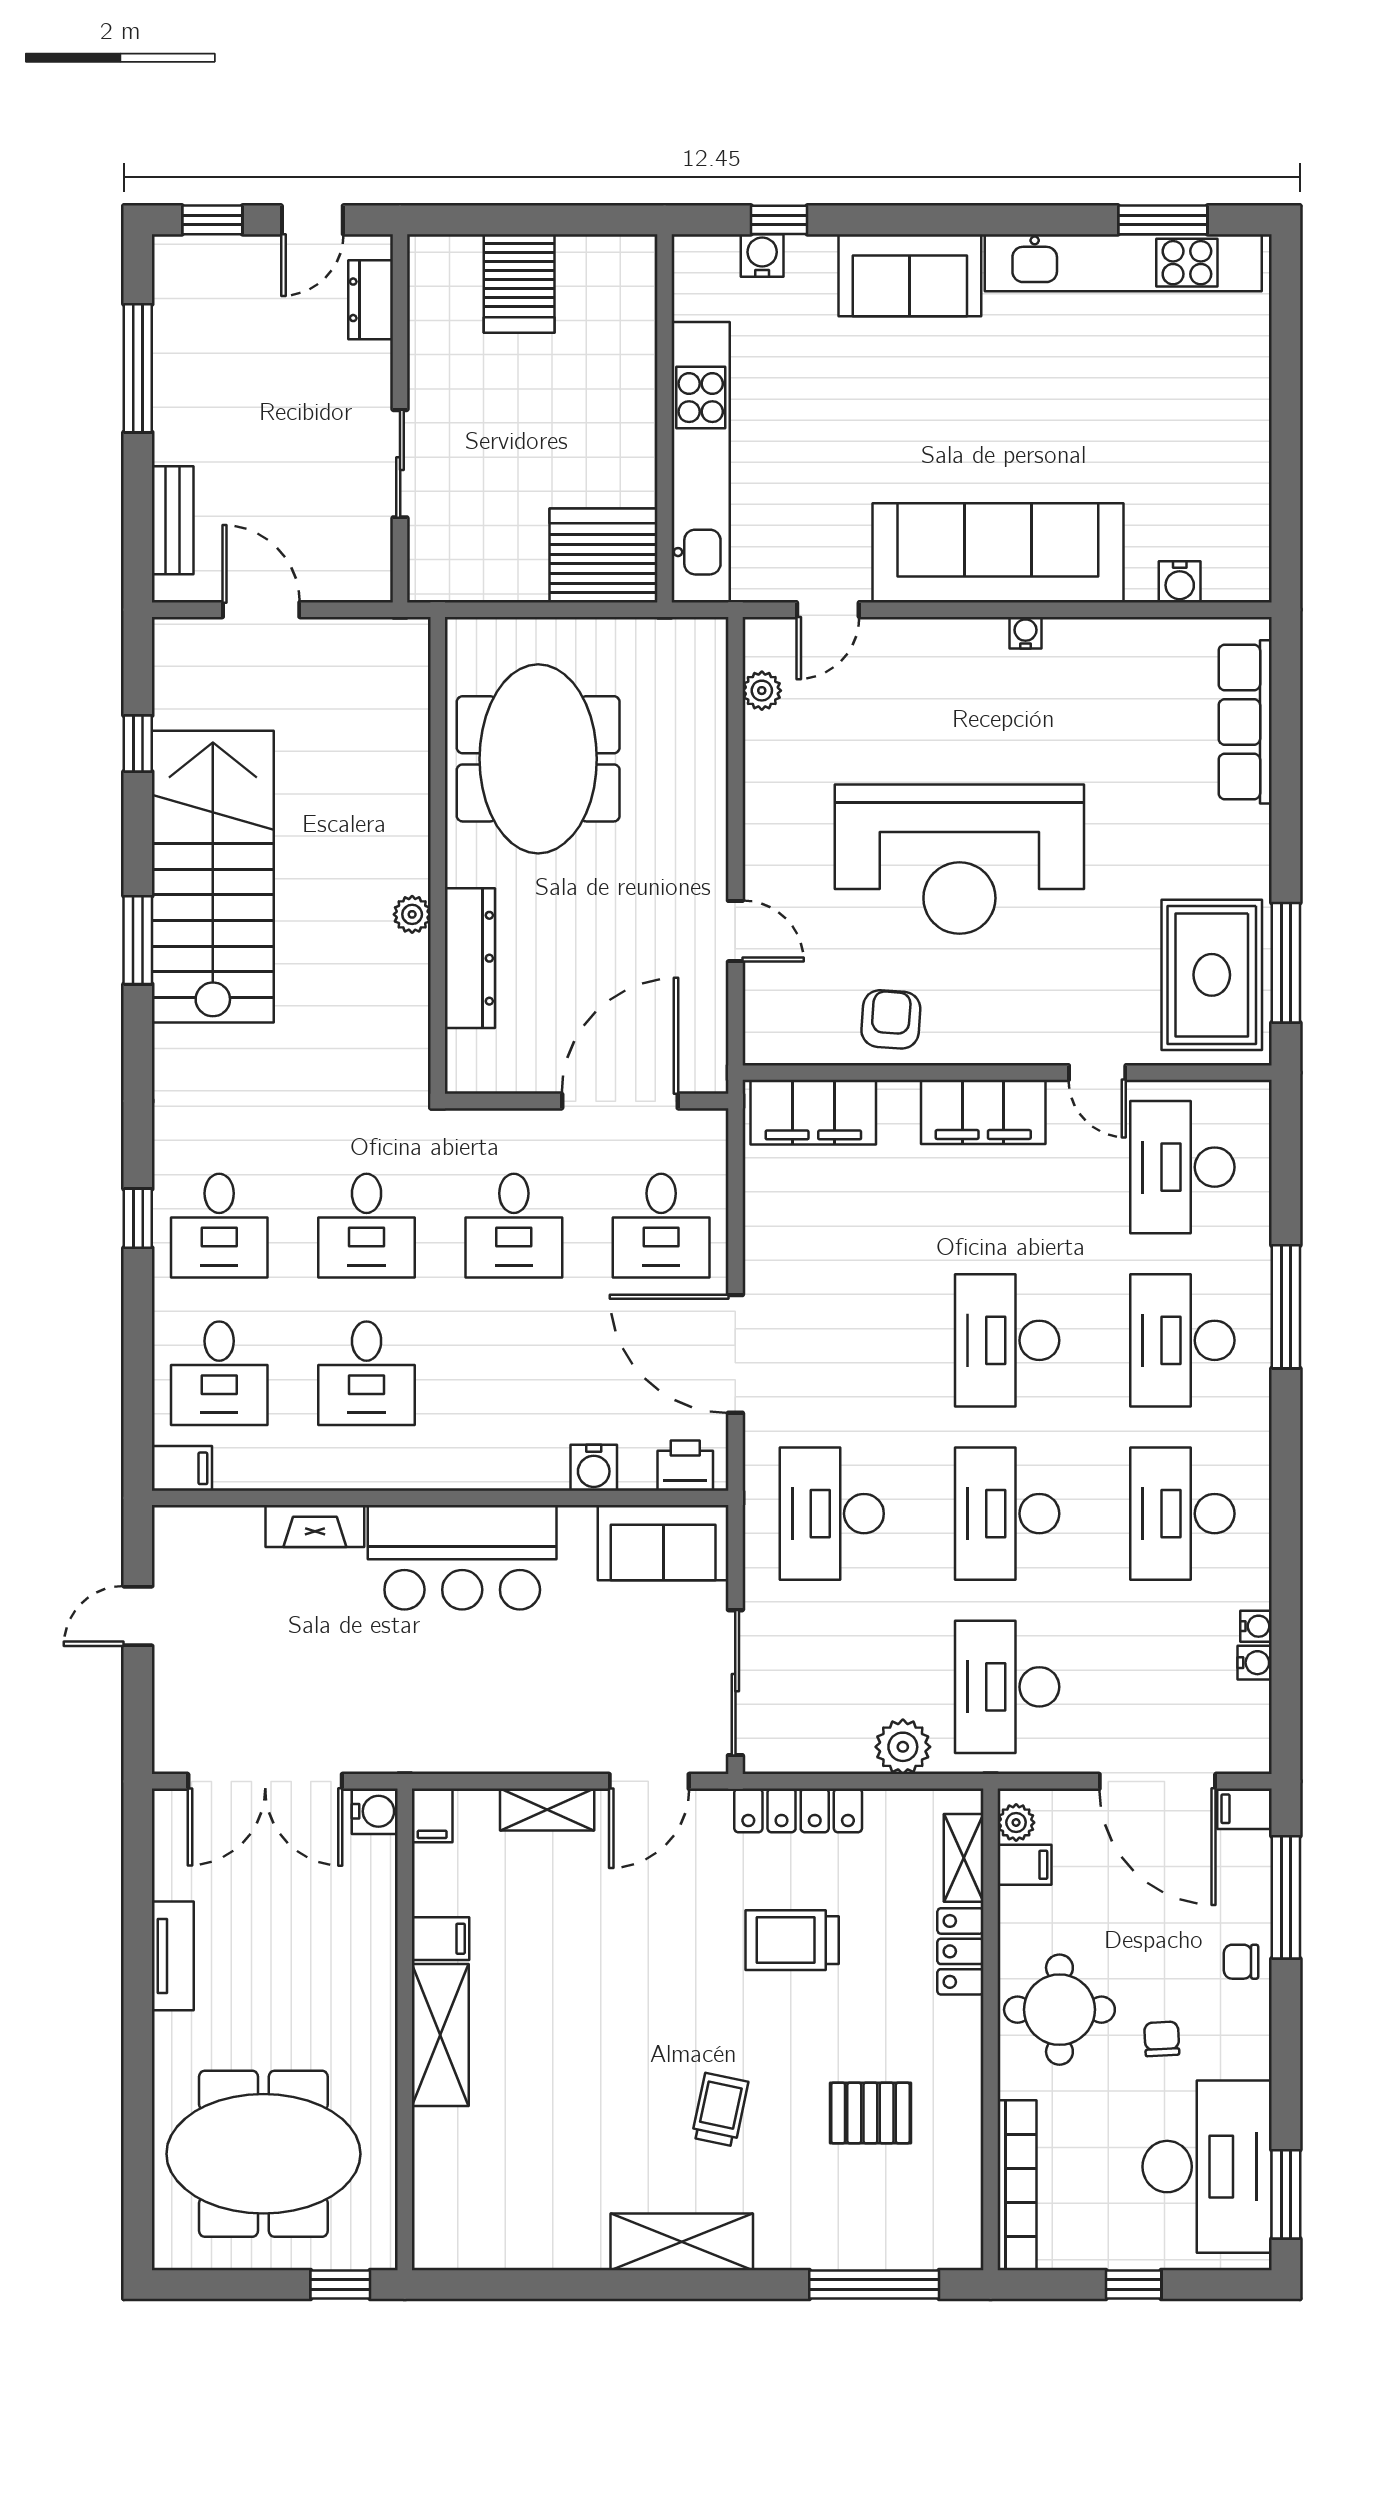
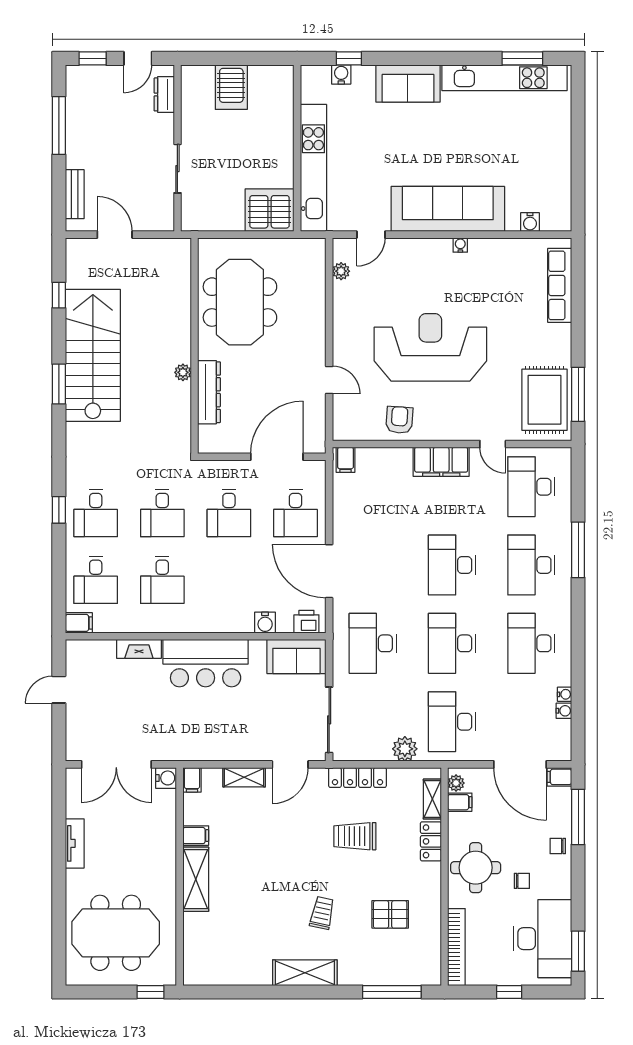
reception desk: (959, 859) -> (430, 347), turned 180
filing cabinet: (813, 1112) -> (345, 460), width x0.33, depth x0.86
chair: (1162, 2039) -> (522, 881), turned 93

